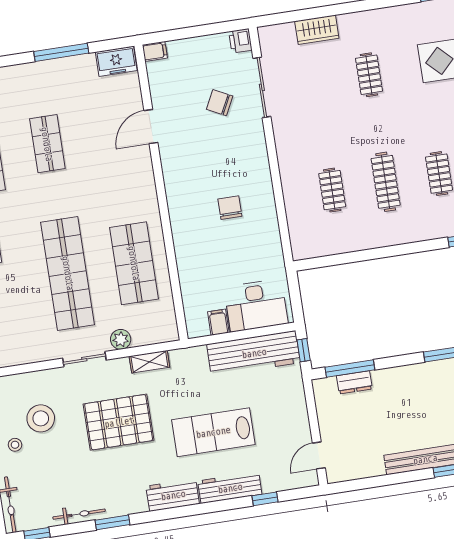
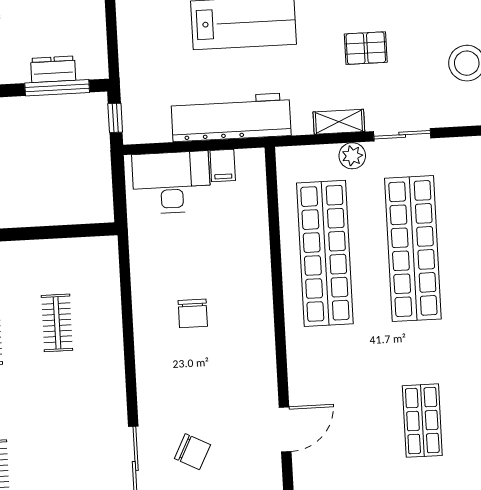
shop shelf: (134, 263) -> (325, 253), width x1.40
workbench: (254, 353) -> (231, 117), moved
shelving: (149, 362) -> (339, 122), moved
pallet: (119, 422) -> (366, 48), width x0.49, depth x0.50

